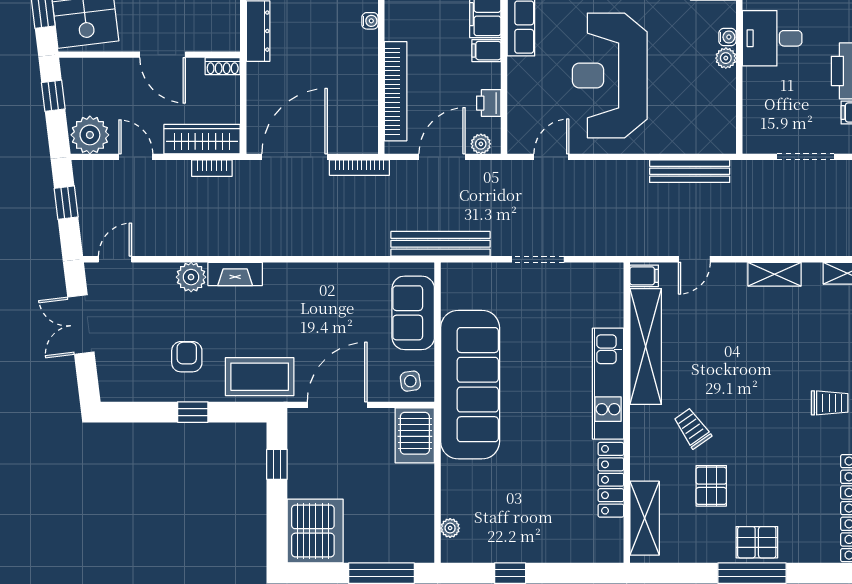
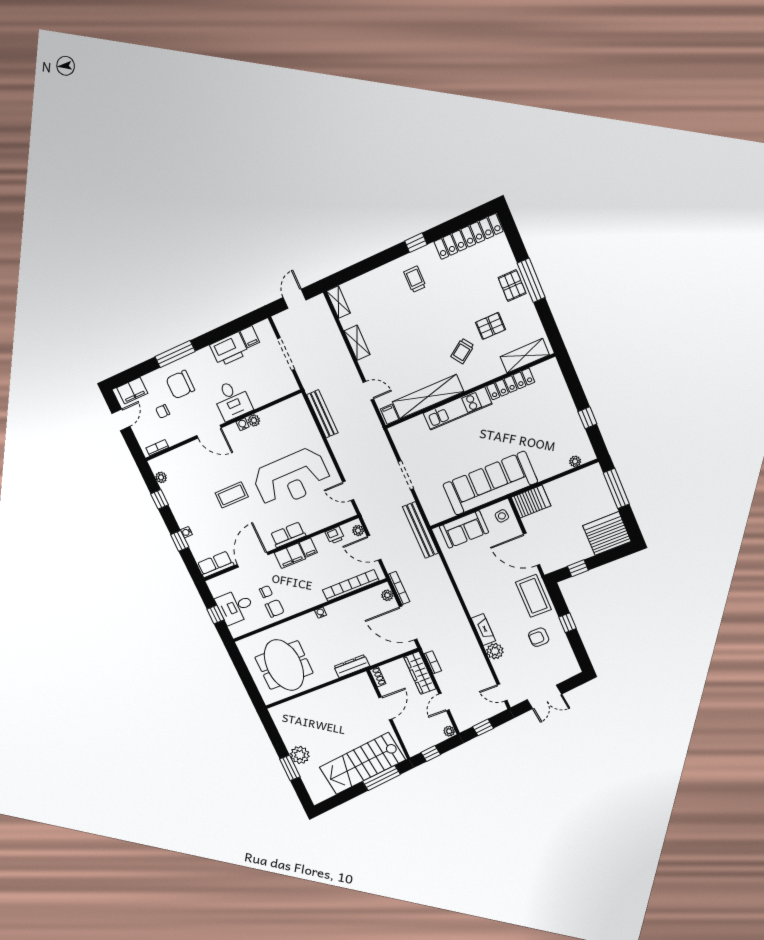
plant: (90, 135) -> (449, 731), width x0.53, depth x0.53
plant: (355, 144) -> (387, 595), added

